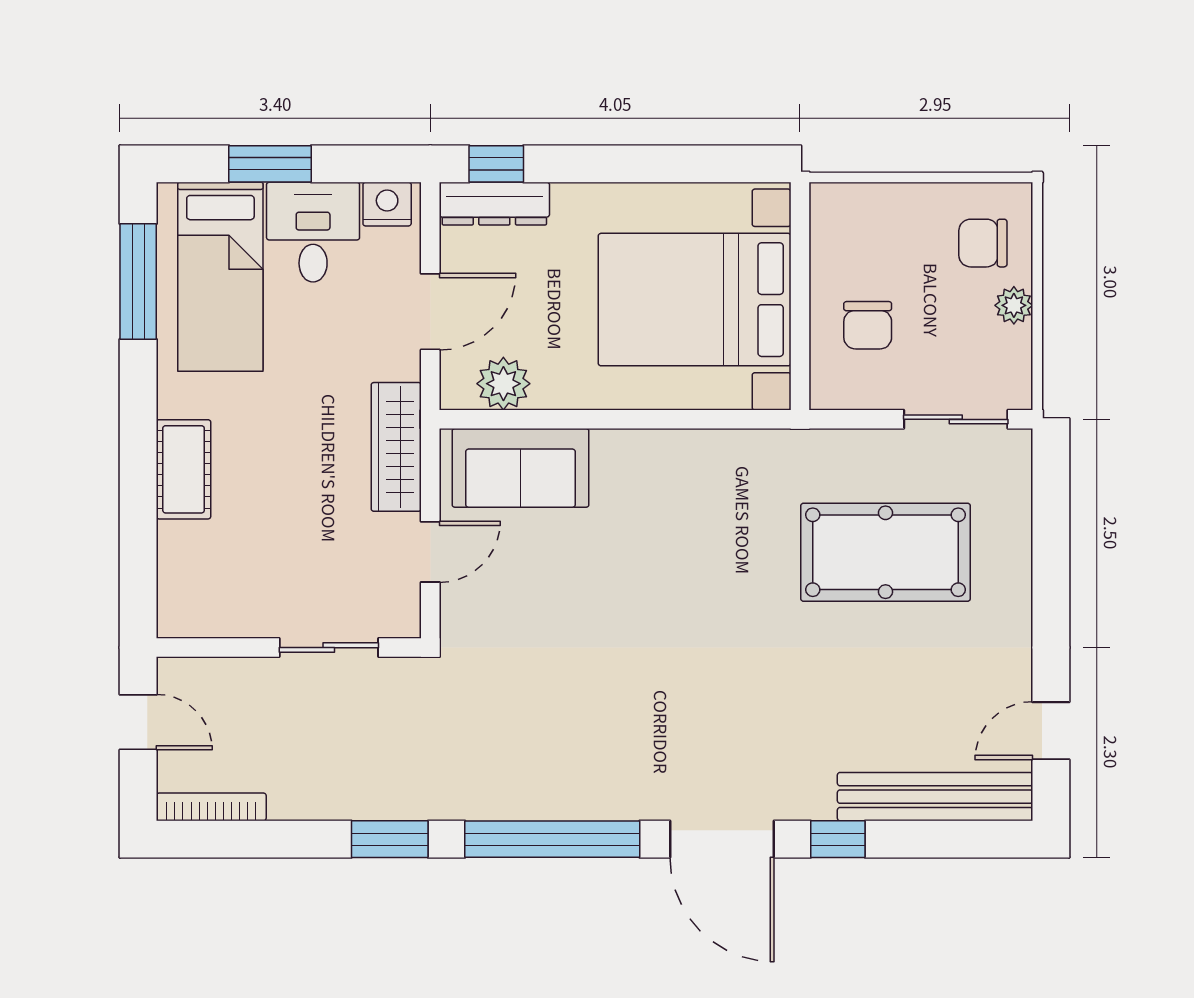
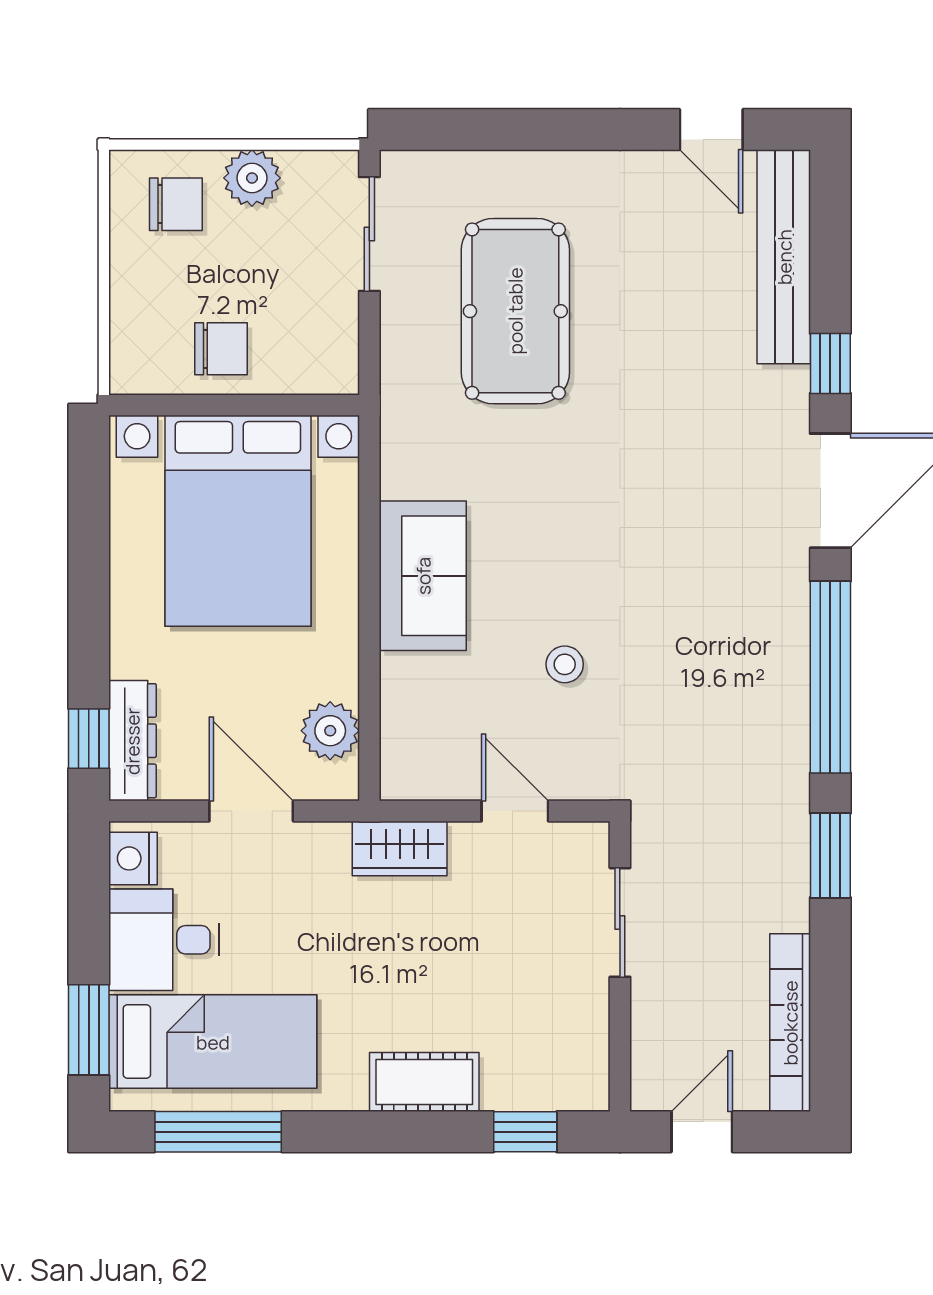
window: (270, 164) -> (89, 1030), moved
chair: (983, 243) -> (176, 204), turned -90
plant: (1014, 305) -> (252, 178), width x1.38, depth x1.38
chair: (868, 325) -> (221, 349), moved
wardrobe: (396, 447) -> (400, 848), width x0.67
sofa: (520, 468) -> (423, 576), moved
window: (138, 561) -> (525, 1132), added
stool: (564, 597) -> (565, 664), added
bookcase: (211, 807) -> (790, 1023), width x1.48, depth x1.31

